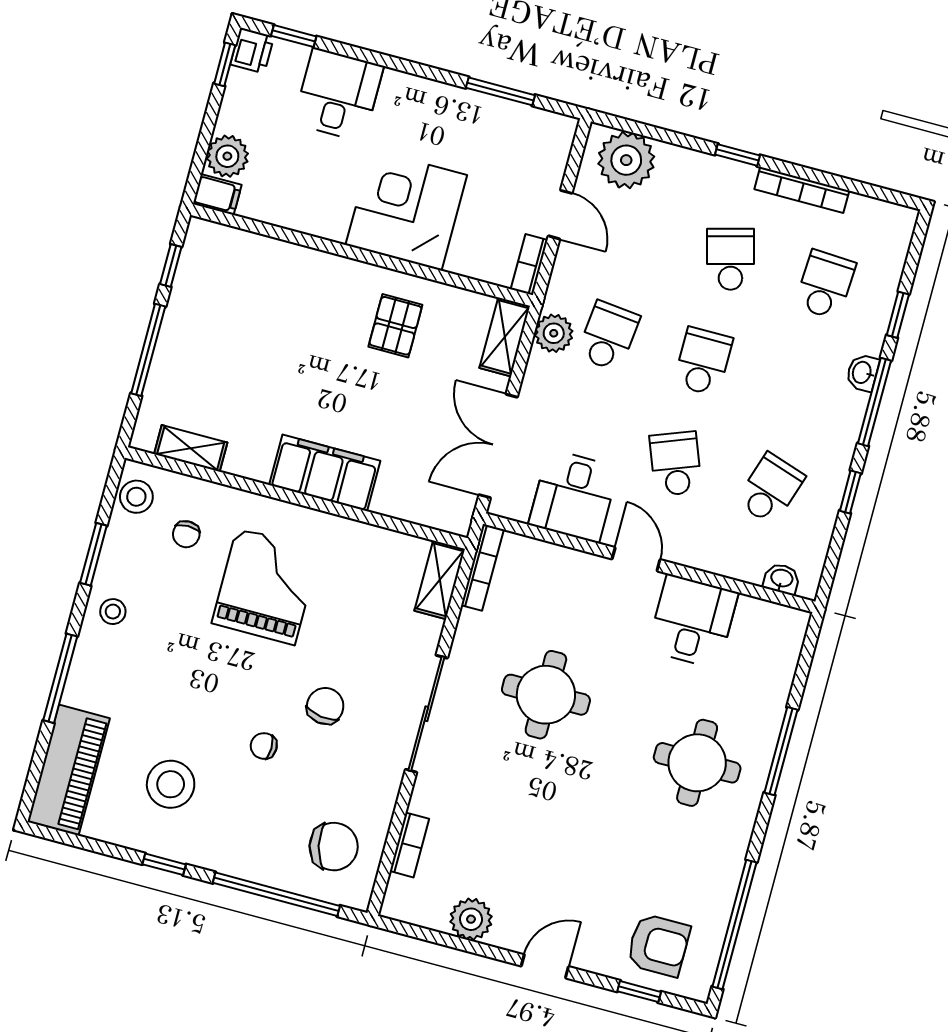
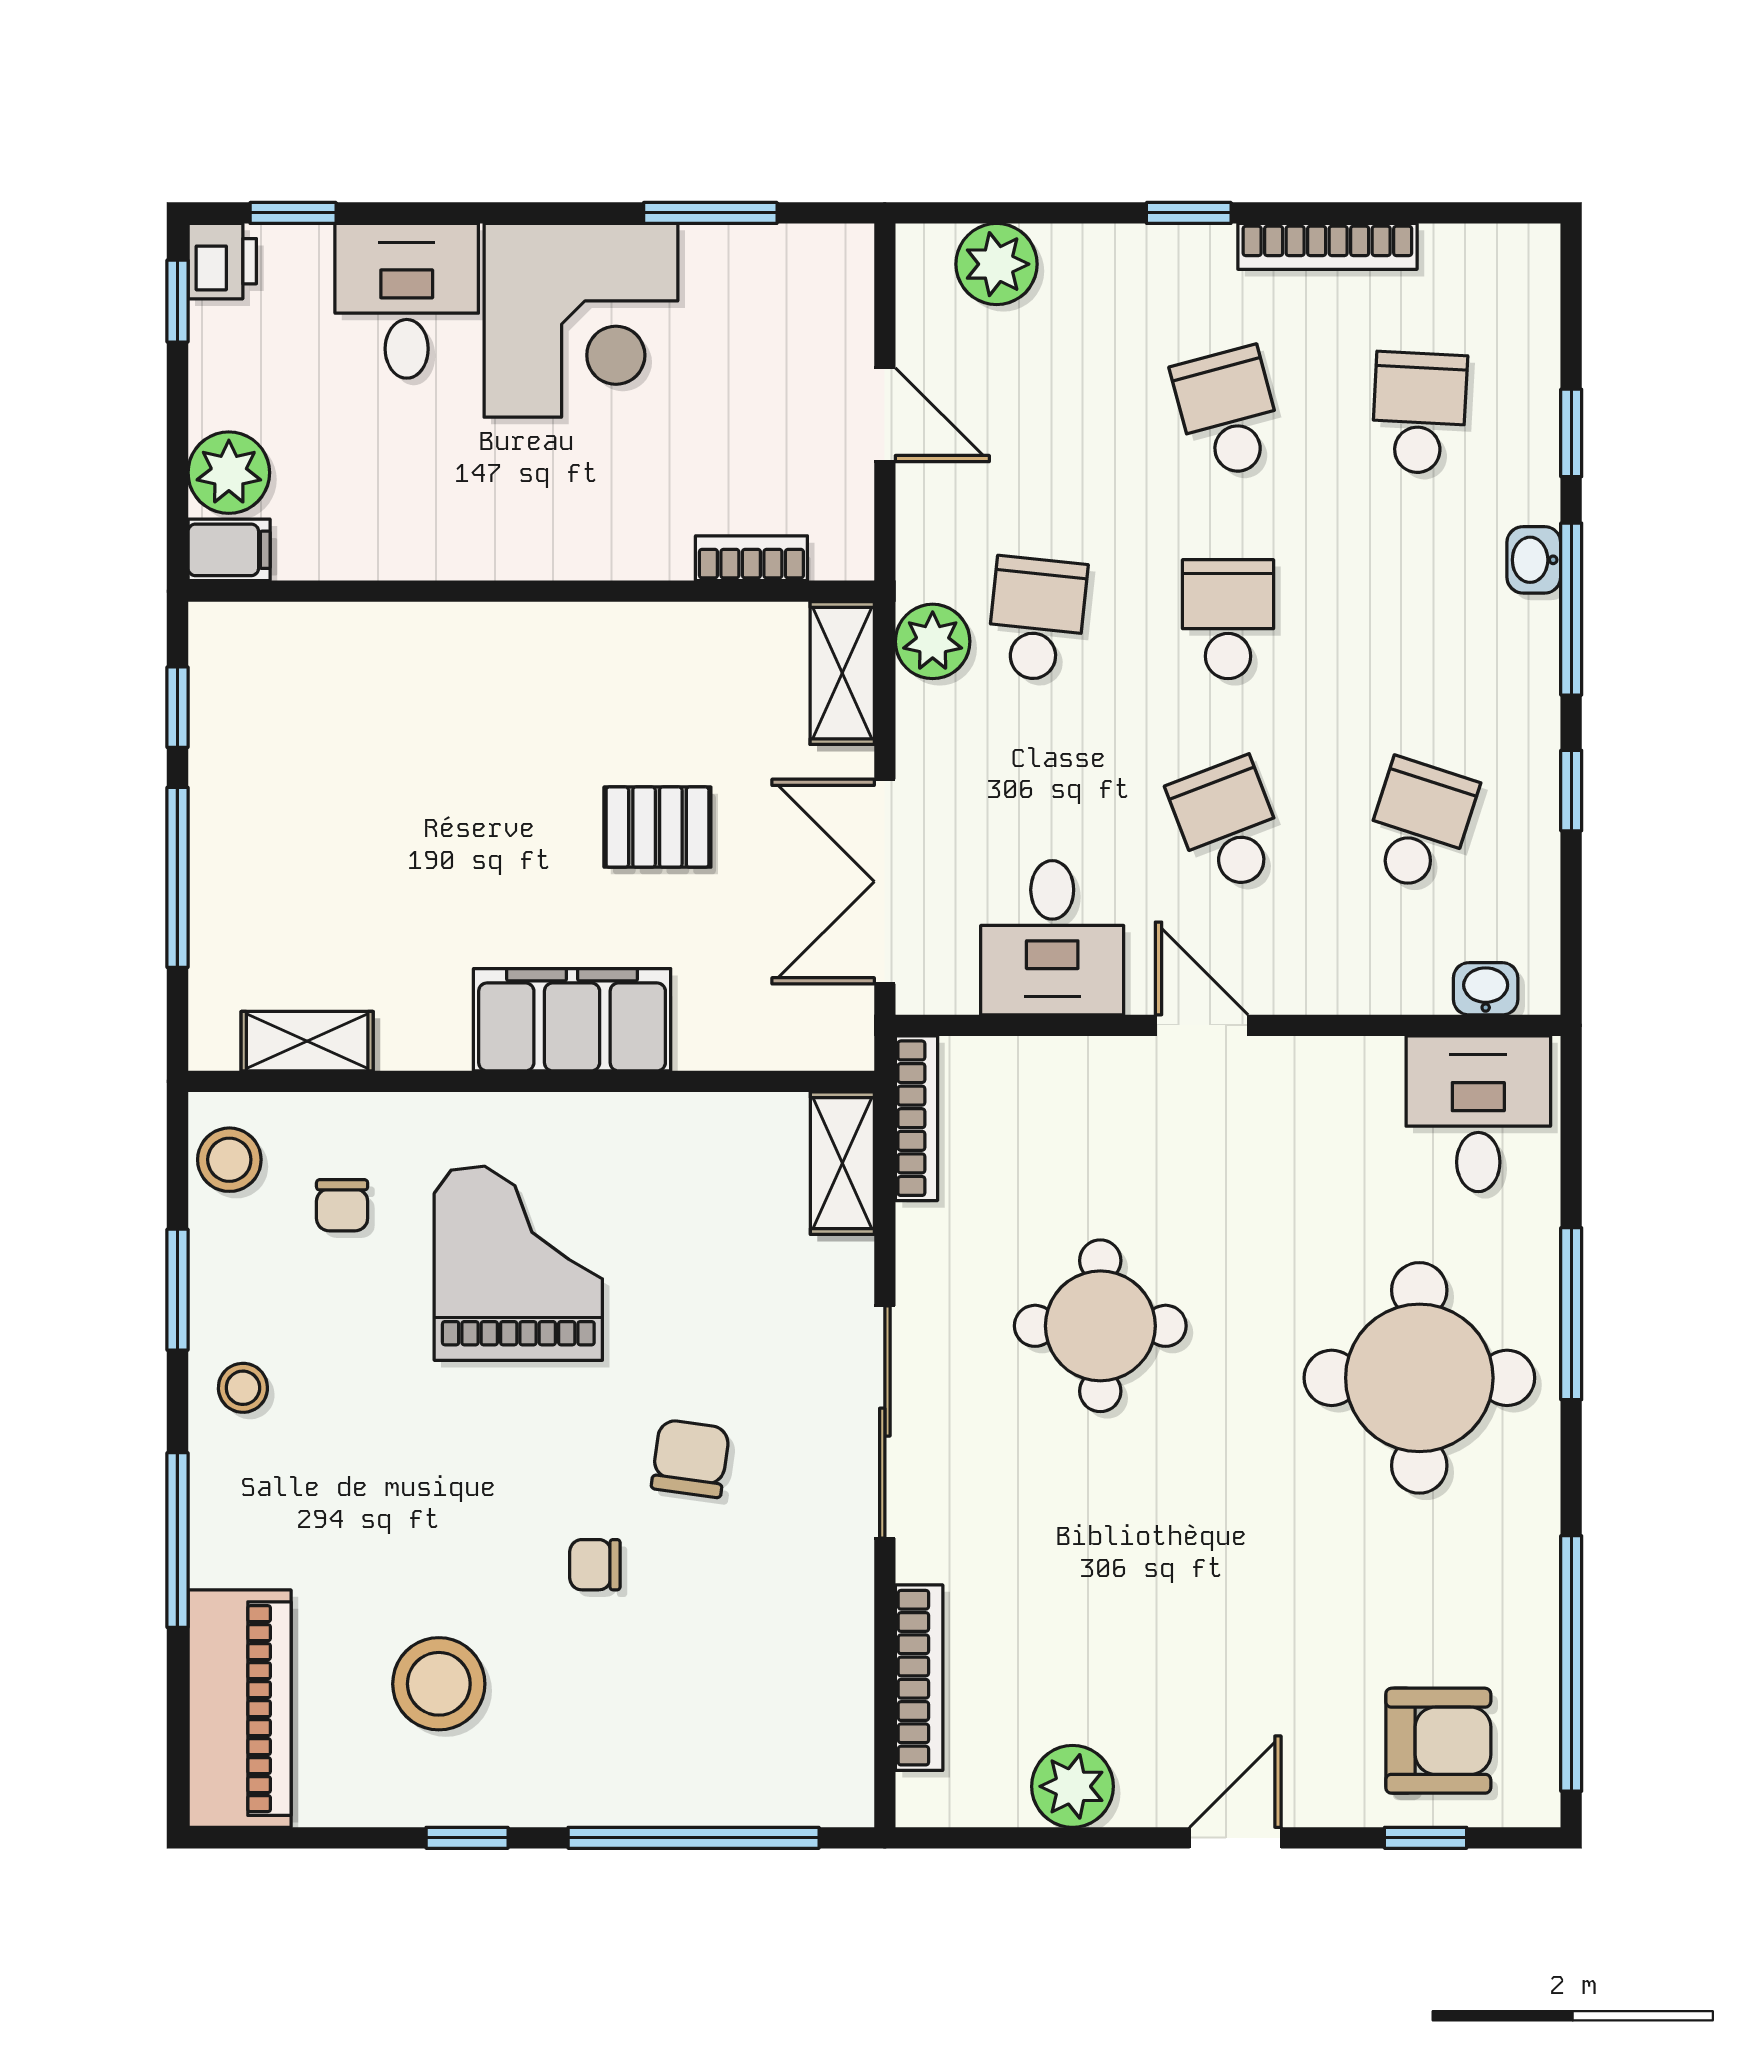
plant: (626, 160) -> (997, 264), width x0.73, depth x0.73
corner desk: (406, 210) -> (581, 320), moved, turned 180
bookcase: (529, 265) -> (751, 558), moved, turned 90
pallet: (395, 326) -> (657, 827), moved, turned 90
desk: (693, 621) -> (1478, 1114), moved
round table: (697, 763) -> (1419, 1378), width x1.36, depth x1.36
bookcase: (409, 845) -> (919, 1678), width x1.56
chair: (334, 847) -> (777, 1719), removed

